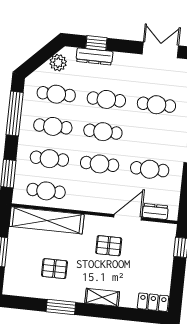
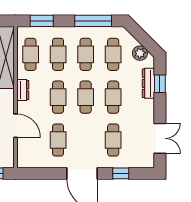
dresser: (155, 212) -> (23, 90), moved

